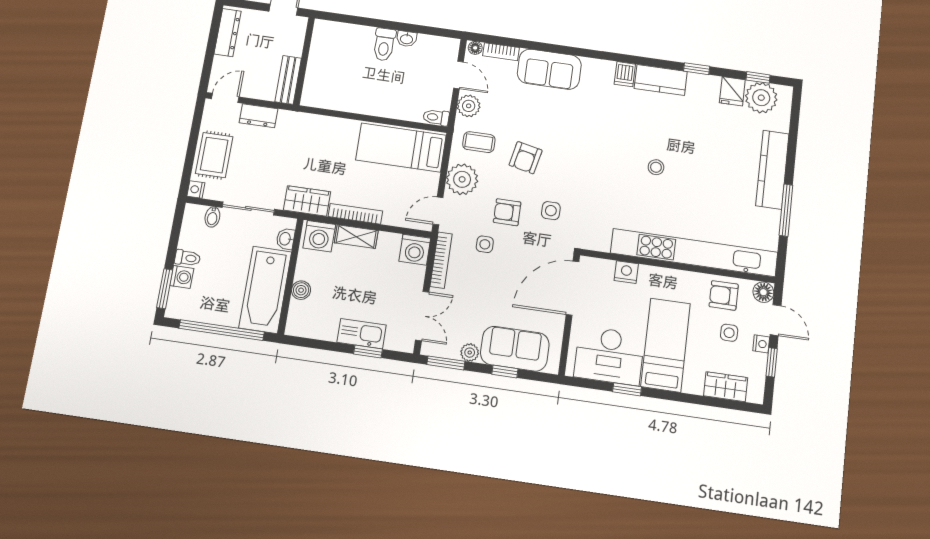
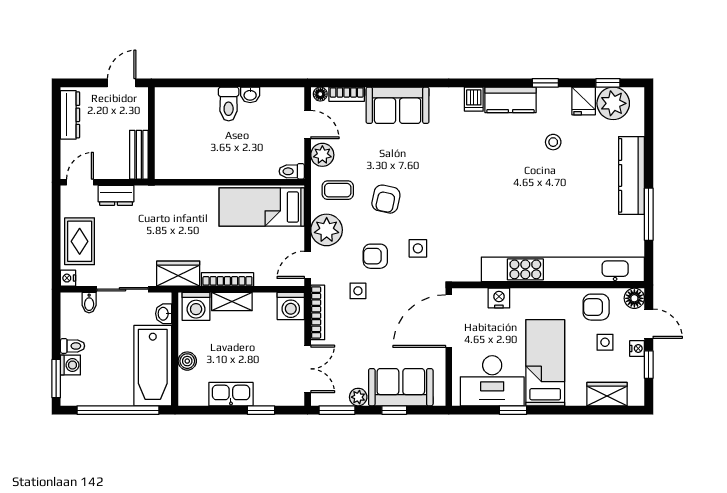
stool: (656, 167) -> (553, 142), moved
kitchen sink: (362, 334) -> (231, 394), moved

